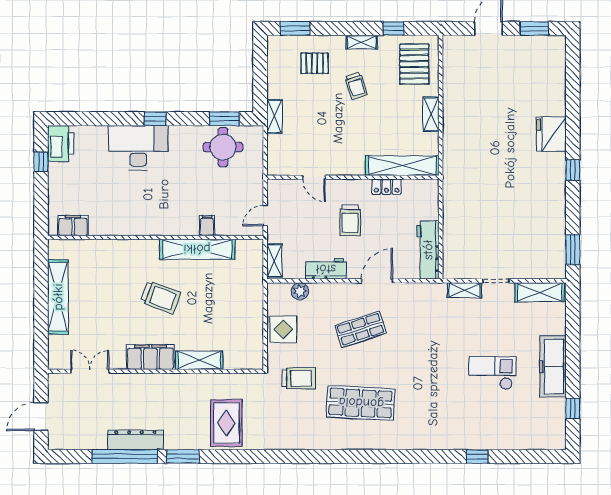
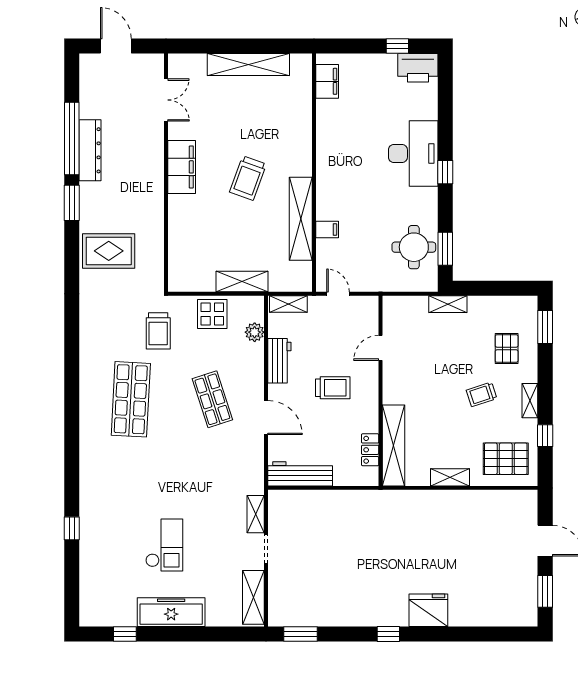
locker: (387, 187) -> (370, 450), moved
trolley: (350, 220) -> (333, 388), turned 180
shelving: (199, 360) -> (242, 282), moved, turned 90

